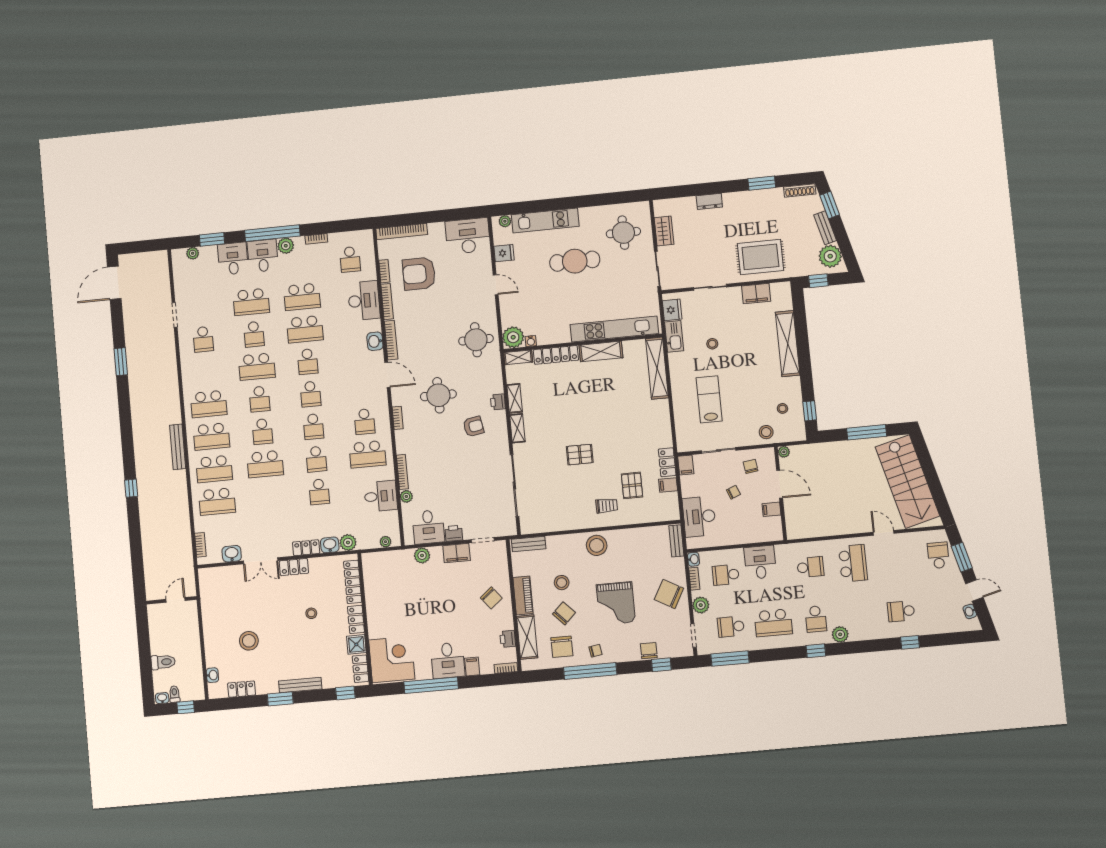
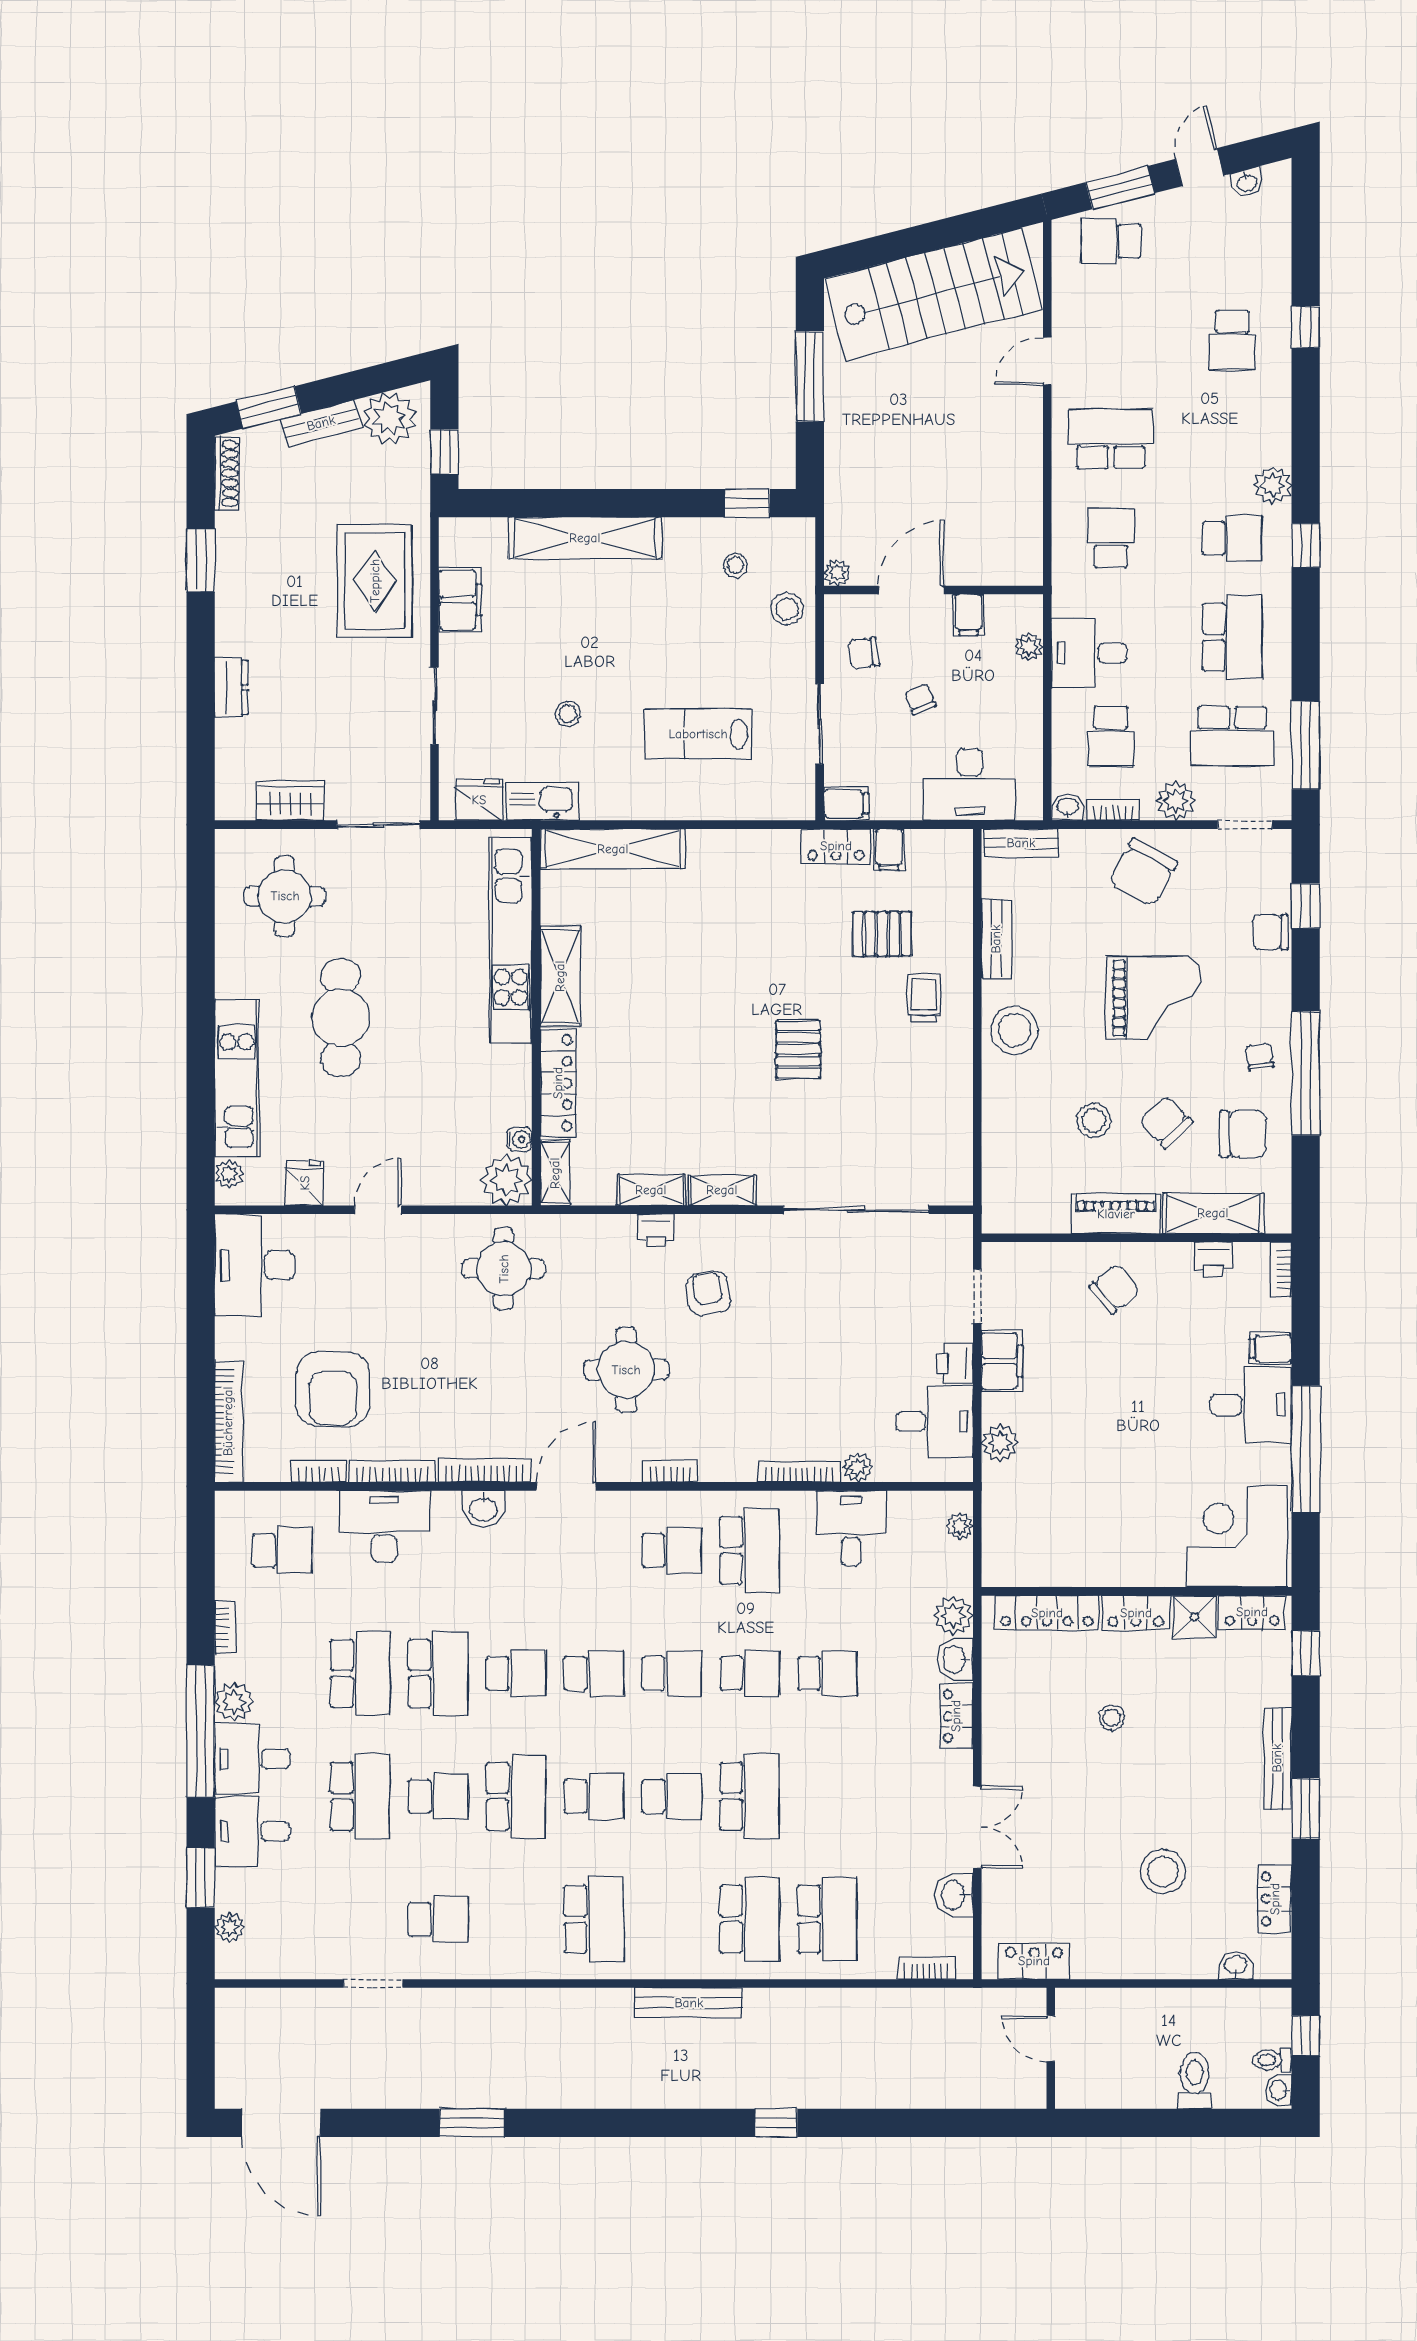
school desk: (212, 436) -> (672, 1919), removed
plant: (760, 536) -> (1029, 647), added
bench: (529, 544) -> (996, 939), moved
locker: (294, 567) -> (1034, 1961), moved, turned -90
school desk: (731, 627) -> (1232, 736), width x1.85

